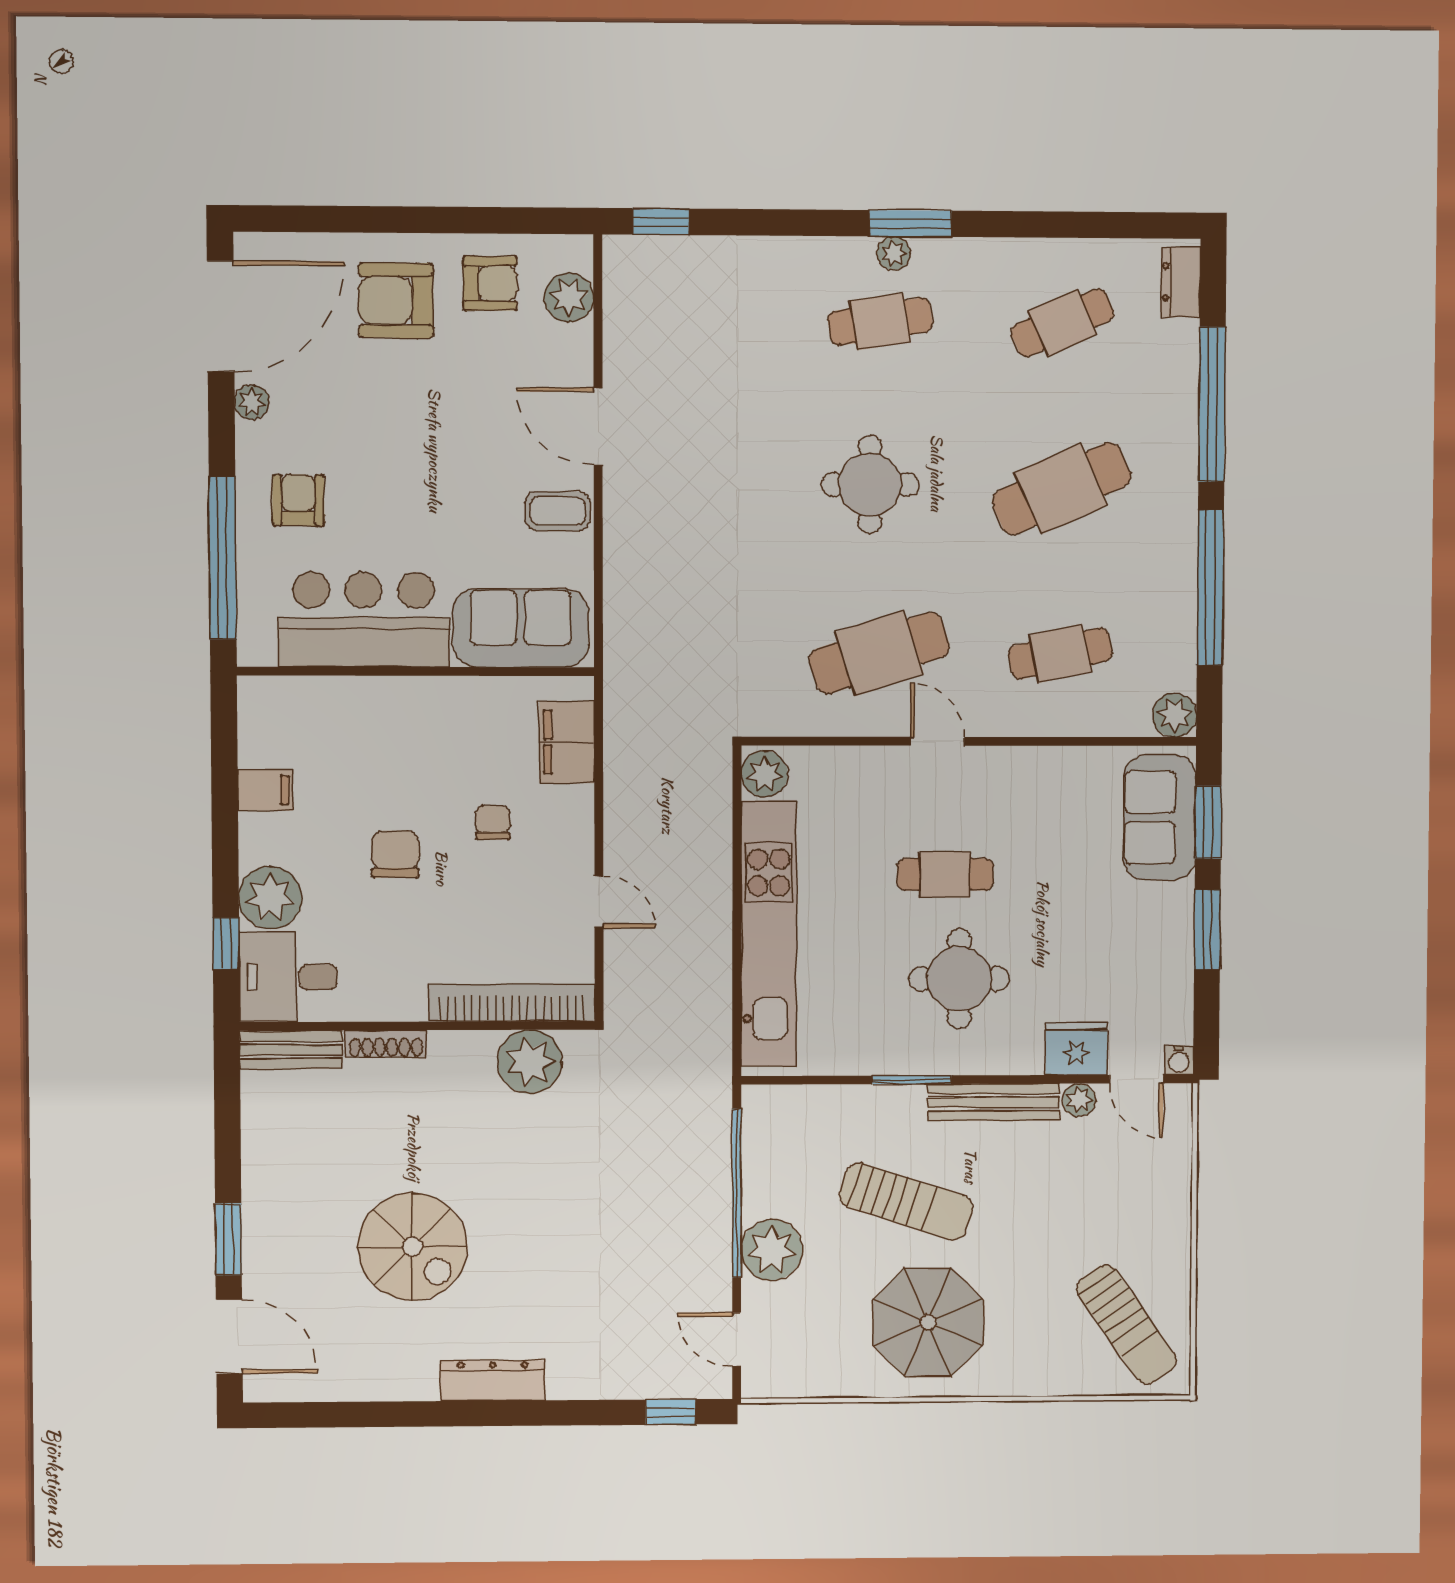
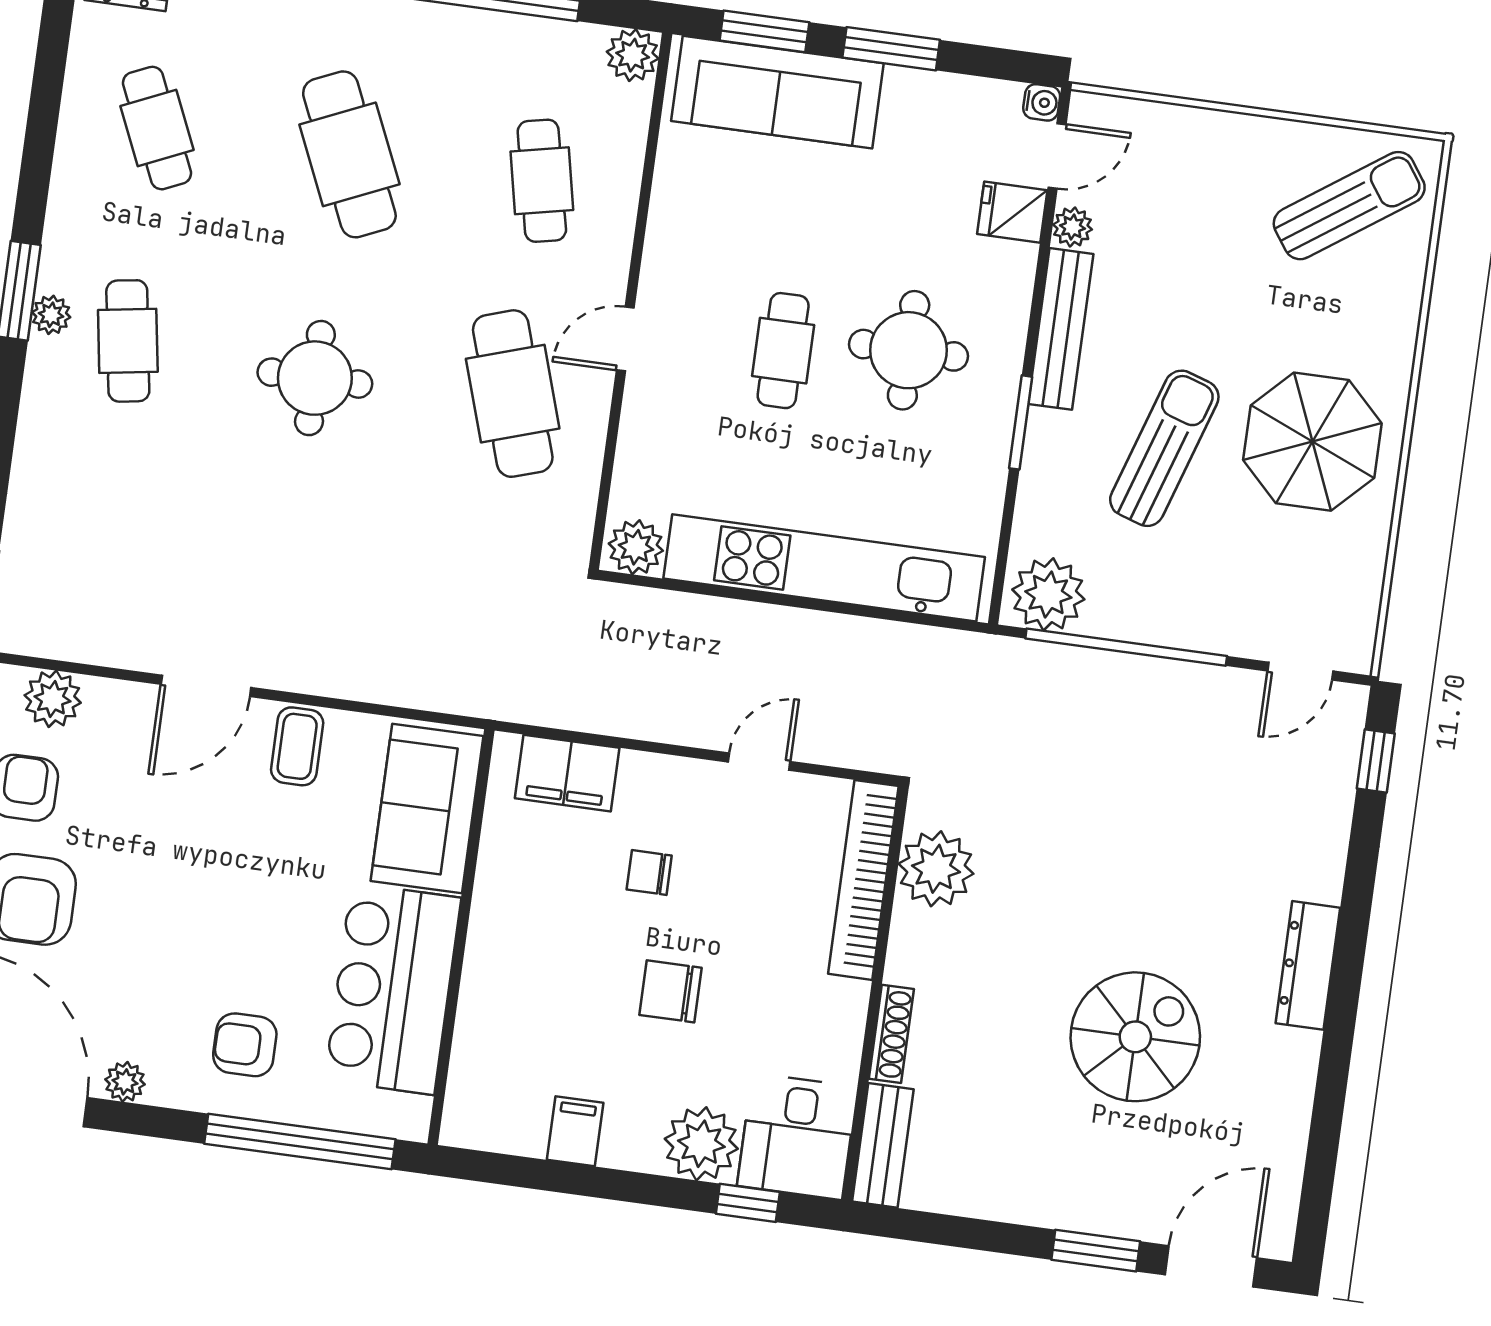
sofa: (1160, 817) -> (777, 92), width x1.36
fridge: (1076, 1049) -> (1012, 212), width x0.72
plant: (772, 1250) -> (1048, 594), moved

